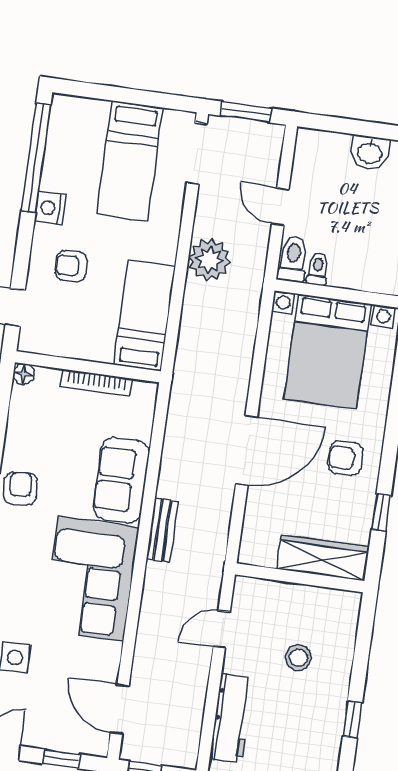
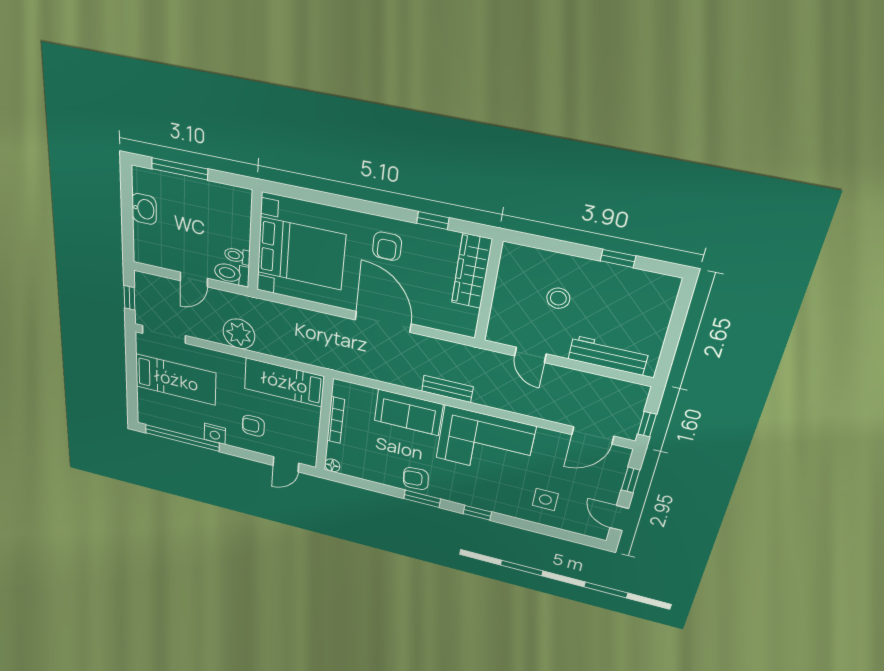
window: (246, 112) -> (129, 298), width x0.67
armchair: (71, 266) -> (253, 426), turned 90

